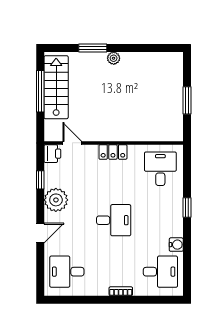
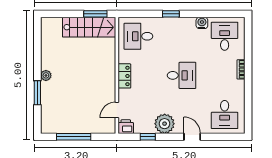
stairs: (56, 87) -> (89, 27), moved, turned 180
window: (187, 100) -> (95, 14), moved
desk: (114, 220) -> (181, 75), turned 90

